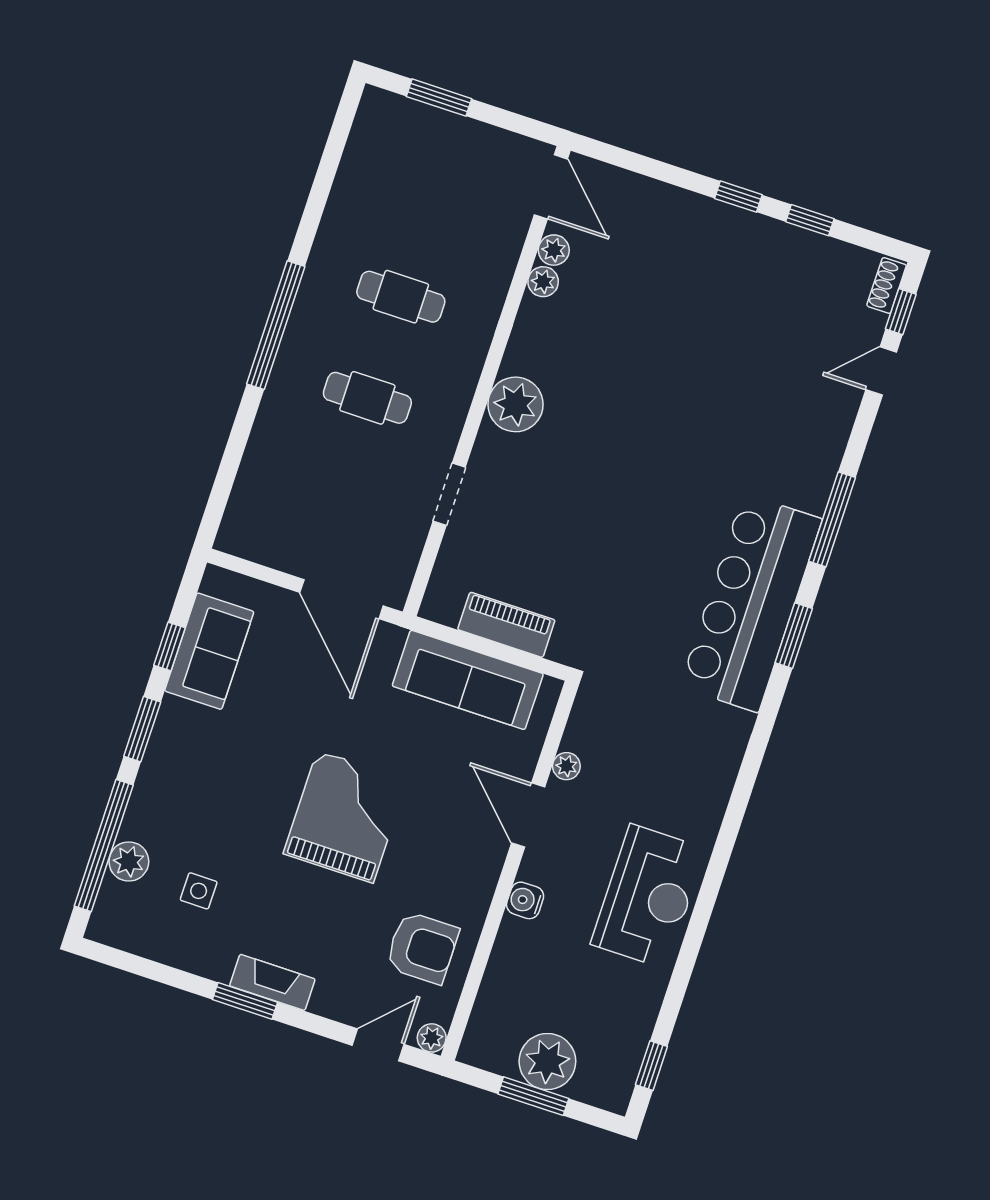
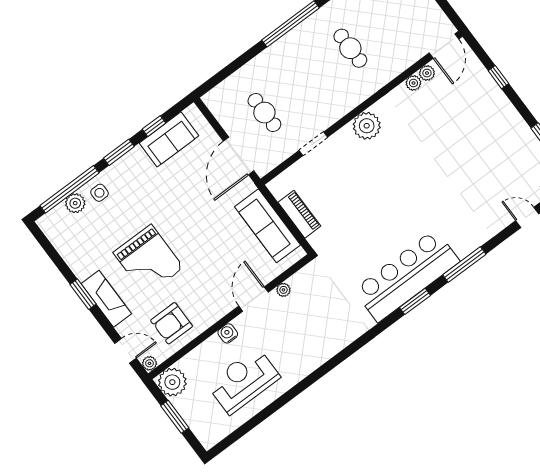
window: (738, 197) -> (498, 77), moved
cafe table: (367, 398) -> (264, 113), moved
grand piano: (345, 817) -> (148, 260), moved, turned 90
side table: (199, 891) -> (99, 193), moved
reception desk: (648, 896) -> (243, 381), moved, turned 180
armchair: (422, 948) -> (172, 323), turned 90
fireplace: (272, 982) -> (106, 299), width x1.37, depth x1.32
plant: (547, 1062) -> (172, 382), moved
window: (651, 1066) -> (232, 438), removed

